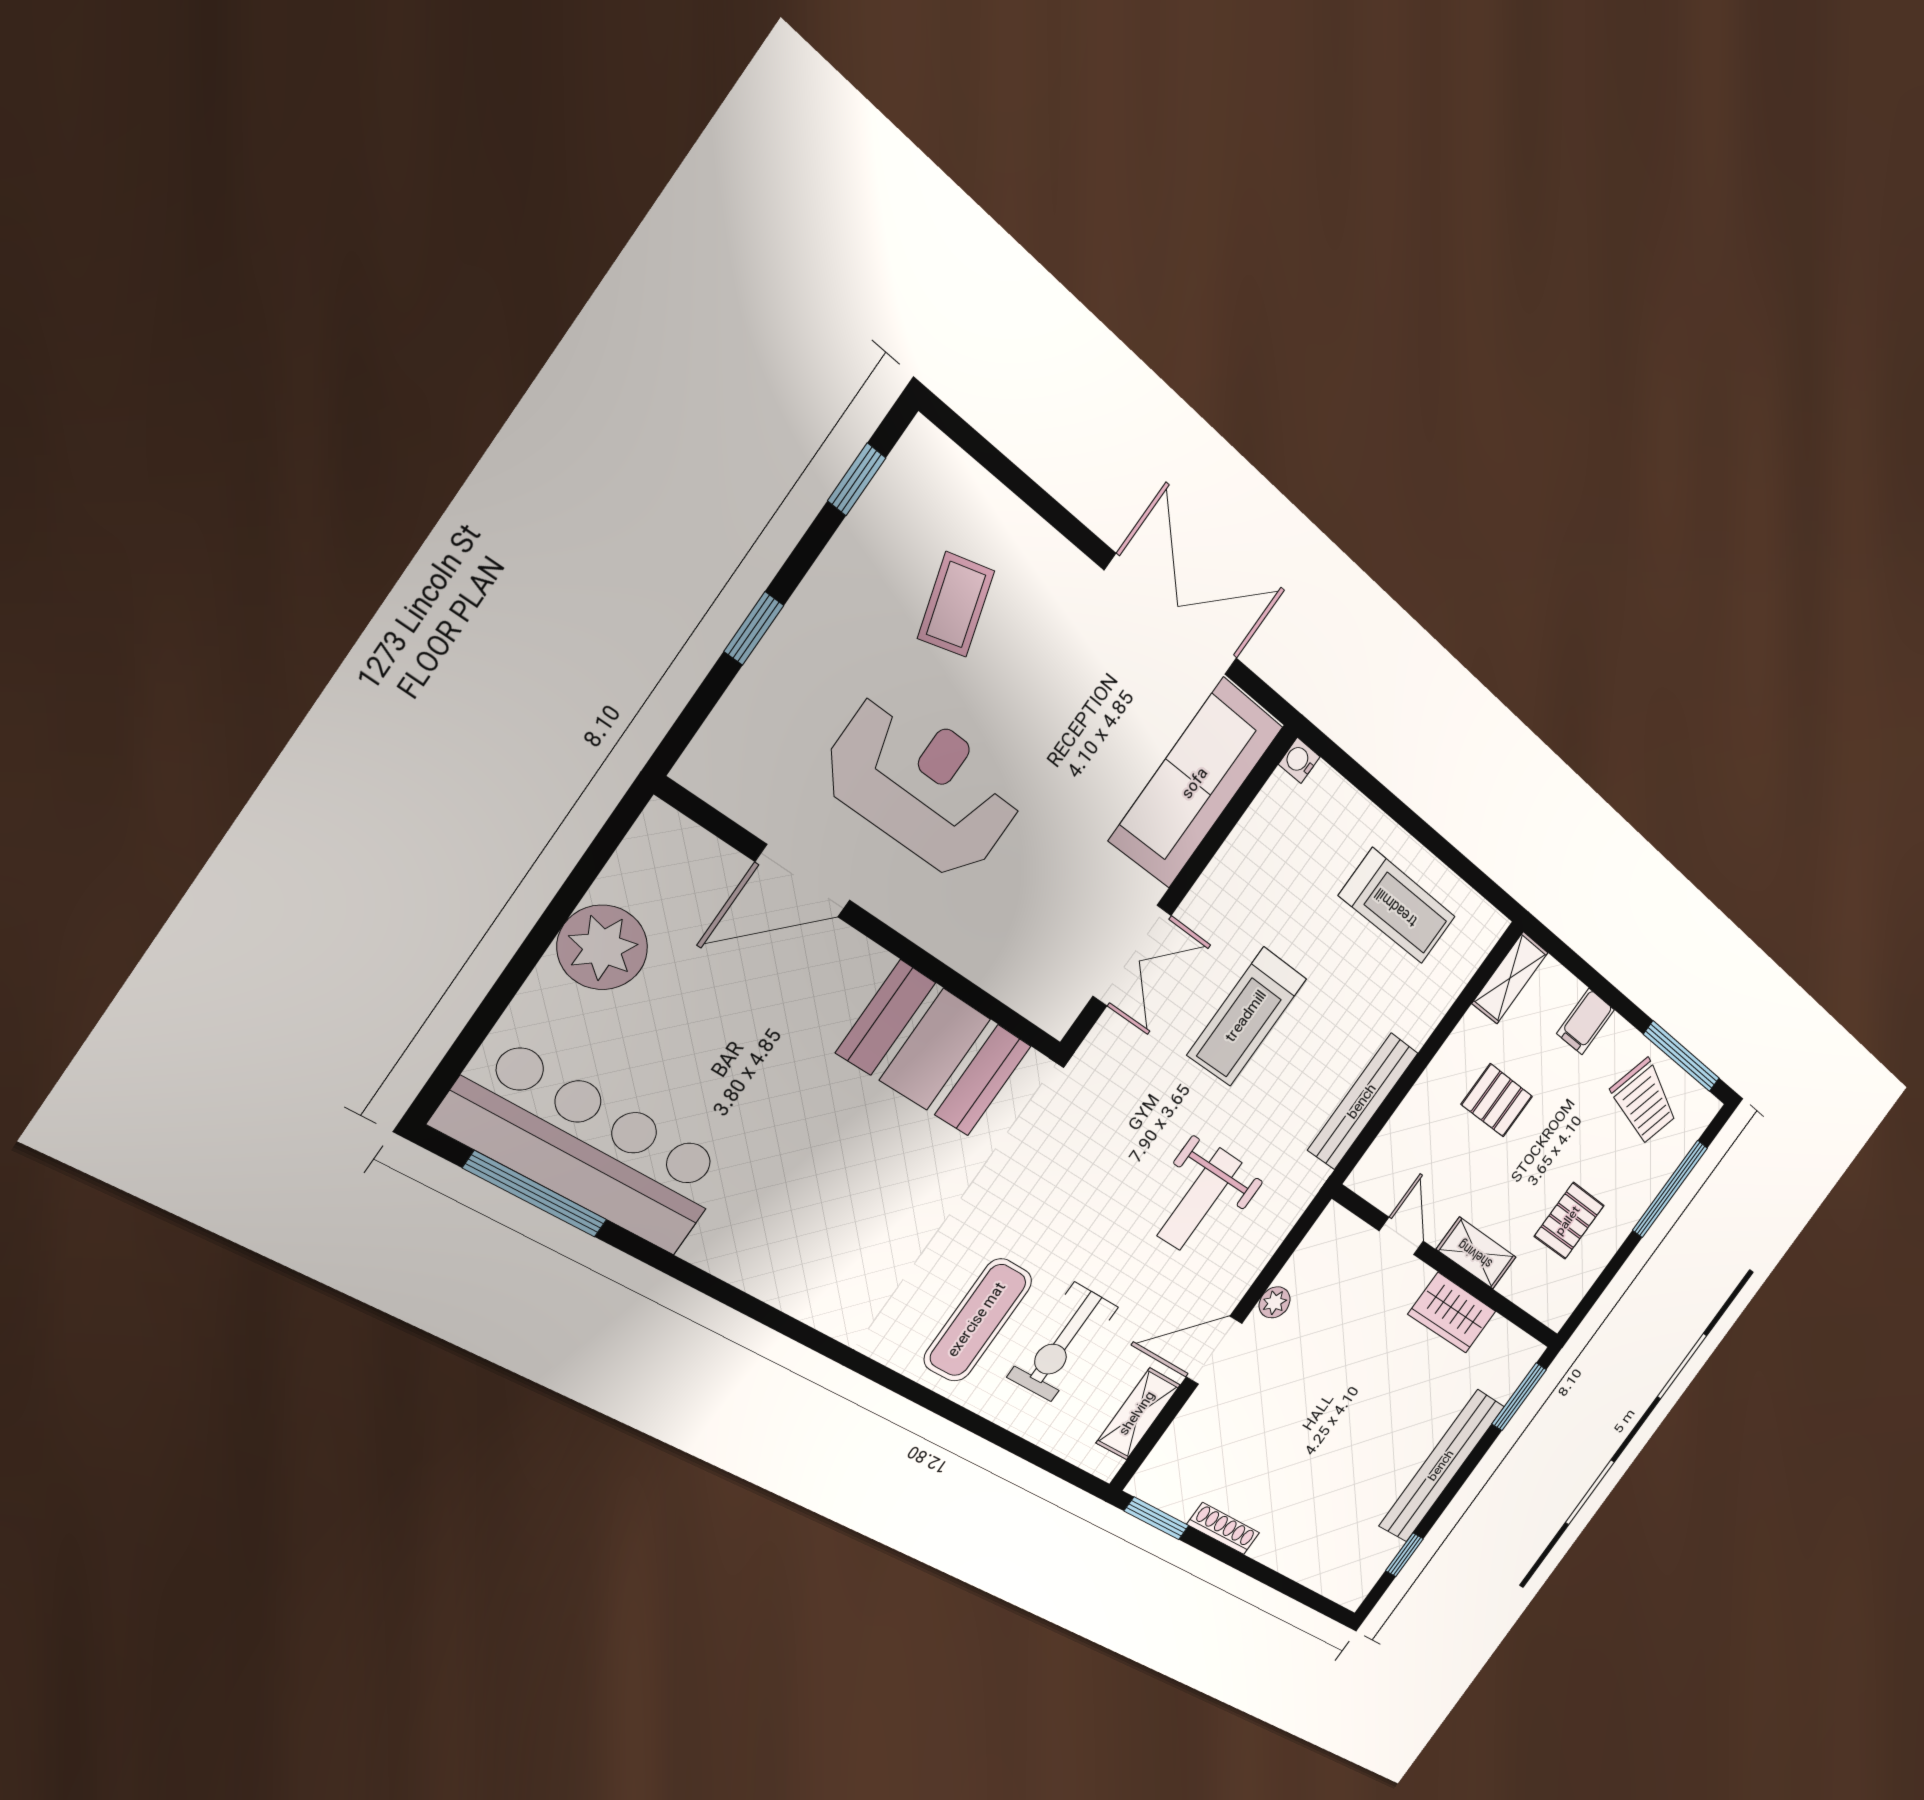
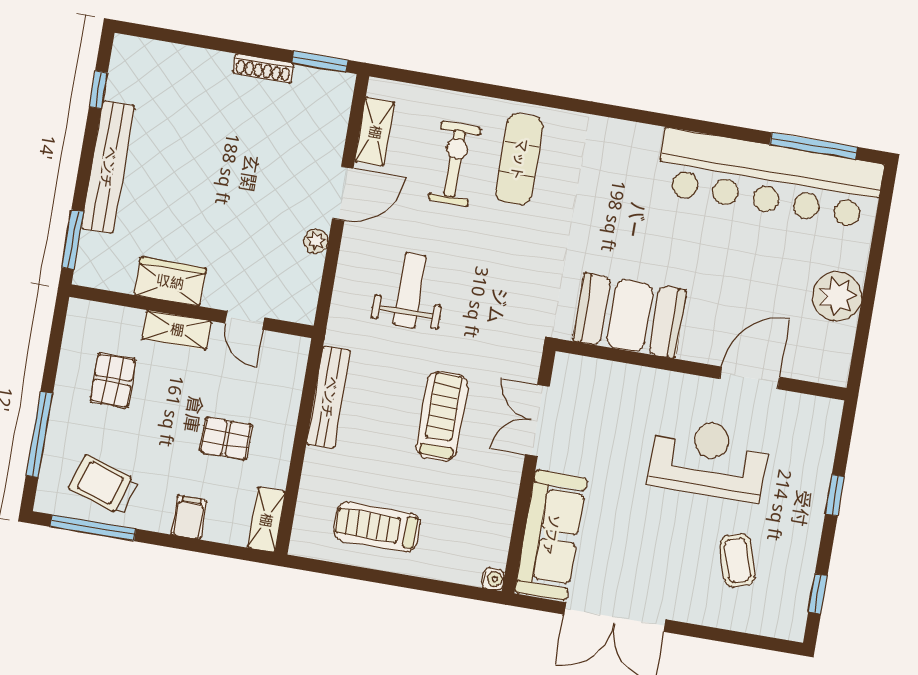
reception desk: (924, 786) -> (709, 459), turned 180
bar counter: (586, 1146) -> (769, 178), width x1.36

